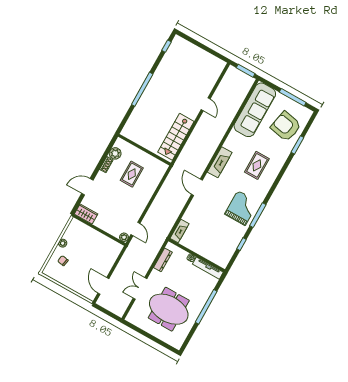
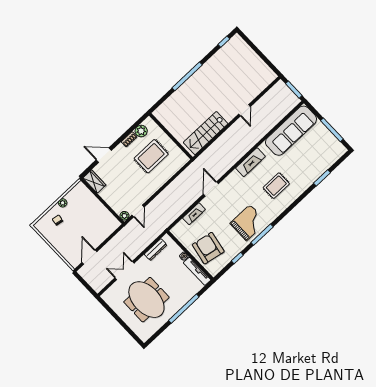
armchair: (286, 126) -> (208, 248), moved
fireplace: (220, 162) -> (250, 162), moved
rug: (132, 174) -> (151, 156), width x1.36, depth x1.43
fireplace: (179, 231) -> (194, 214), moved

